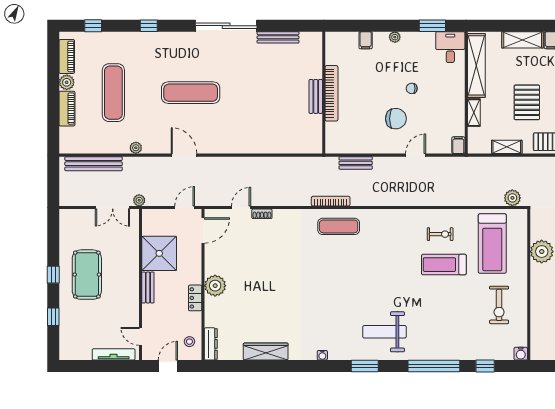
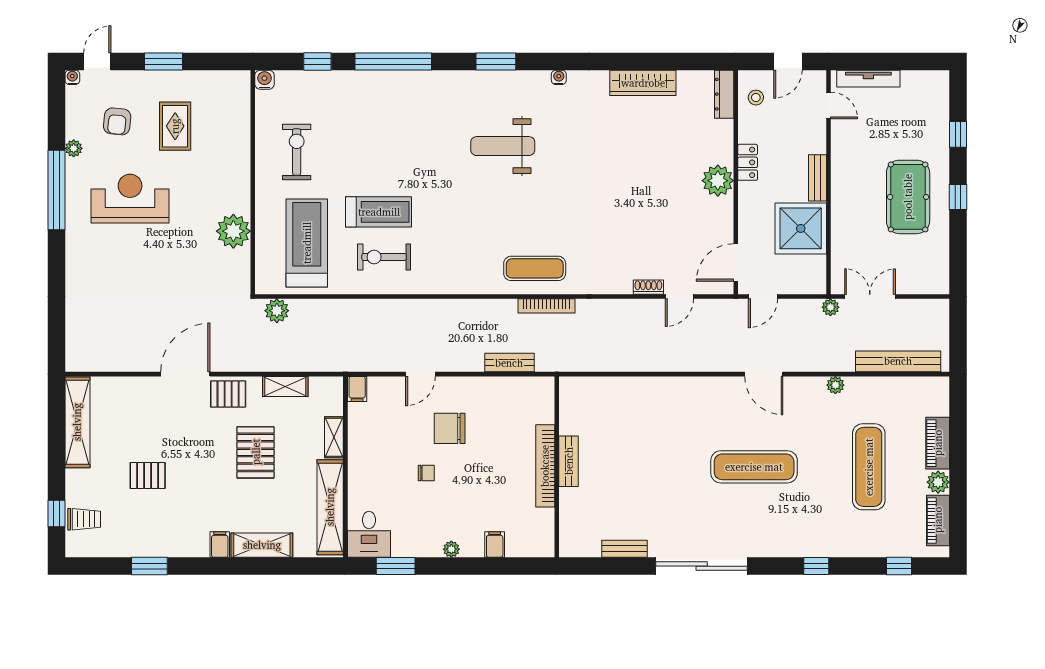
bench: (278, 37) -> (625, 549), width x0.73
exercise bike: (440, 234) -> (384, 257), width x1.38, depth x1.39
weight bench: (384, 332) -> (503, 146), moved, turned 180

